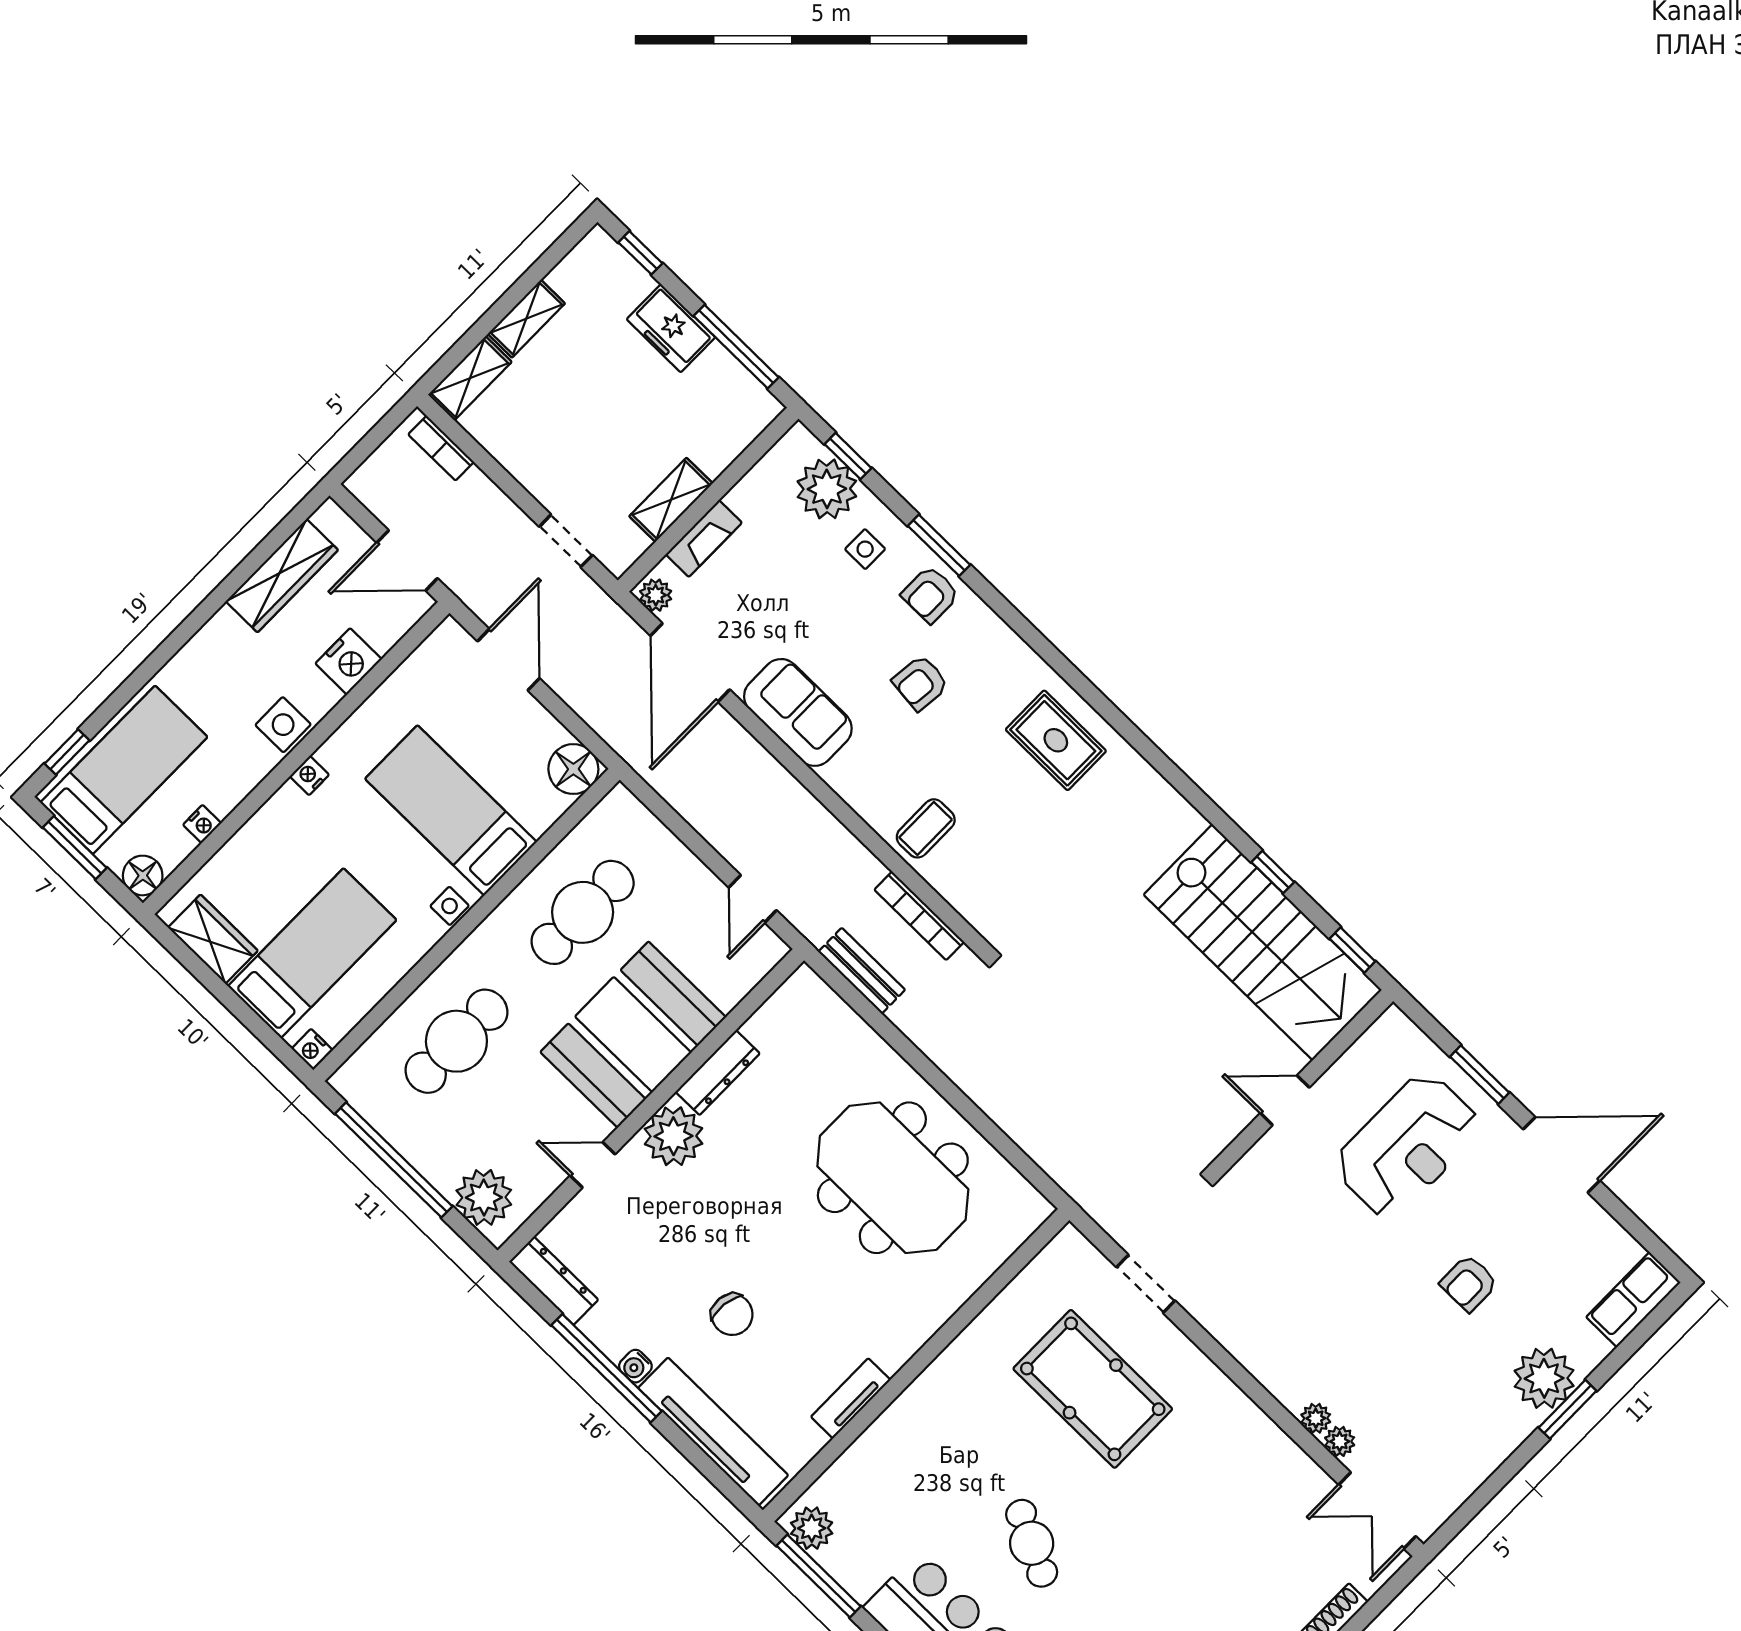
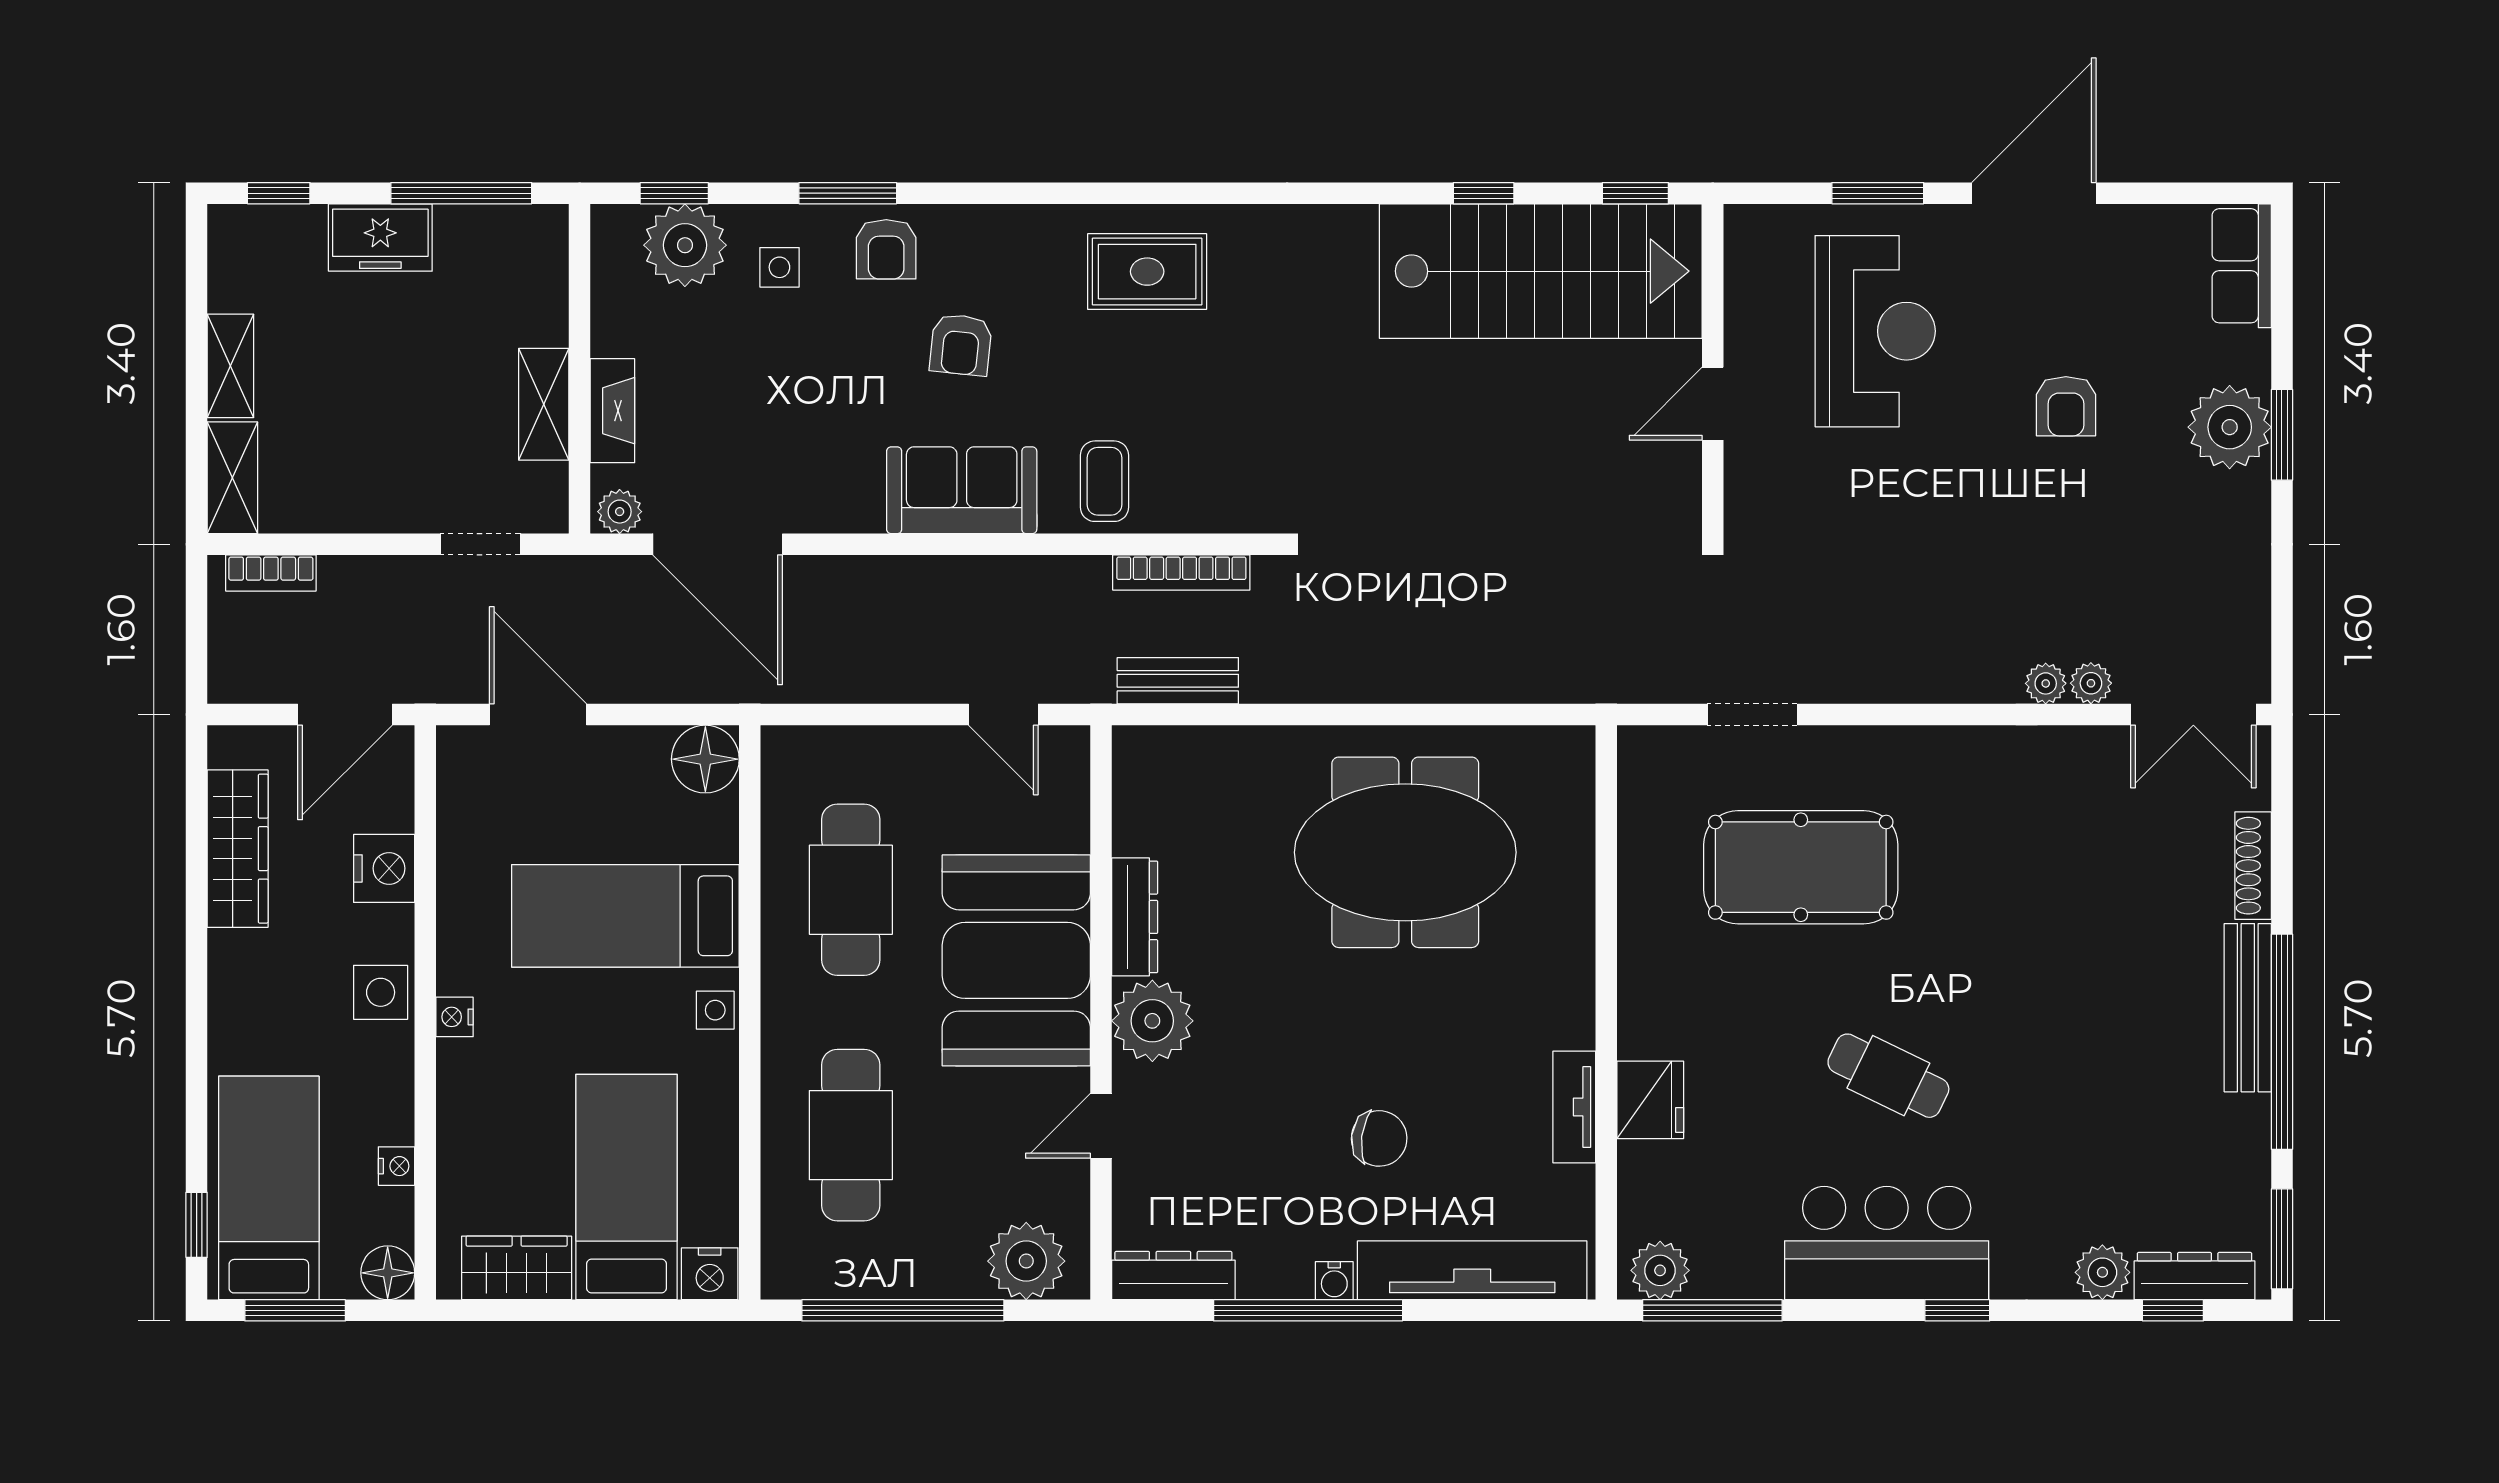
sofa: (798, 712) -> (962, 490), moved
nightstand: (312, 1049) -> (710, 1274), width x1.39, depth x1.35
fridge: (894, 1434) -> (1650, 1100), added

